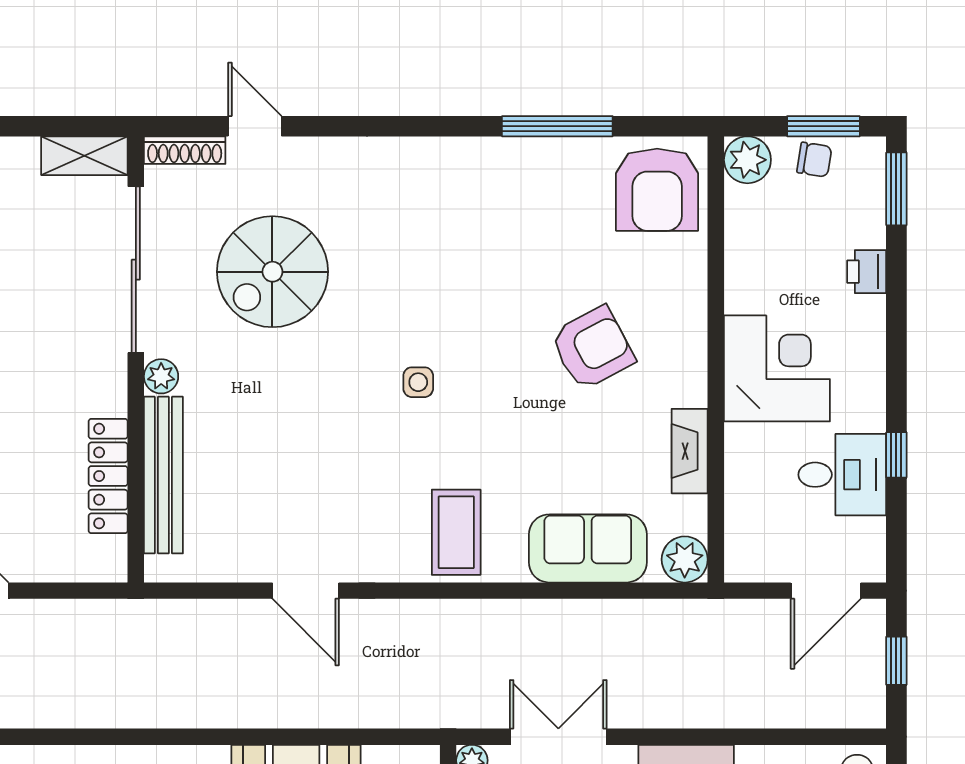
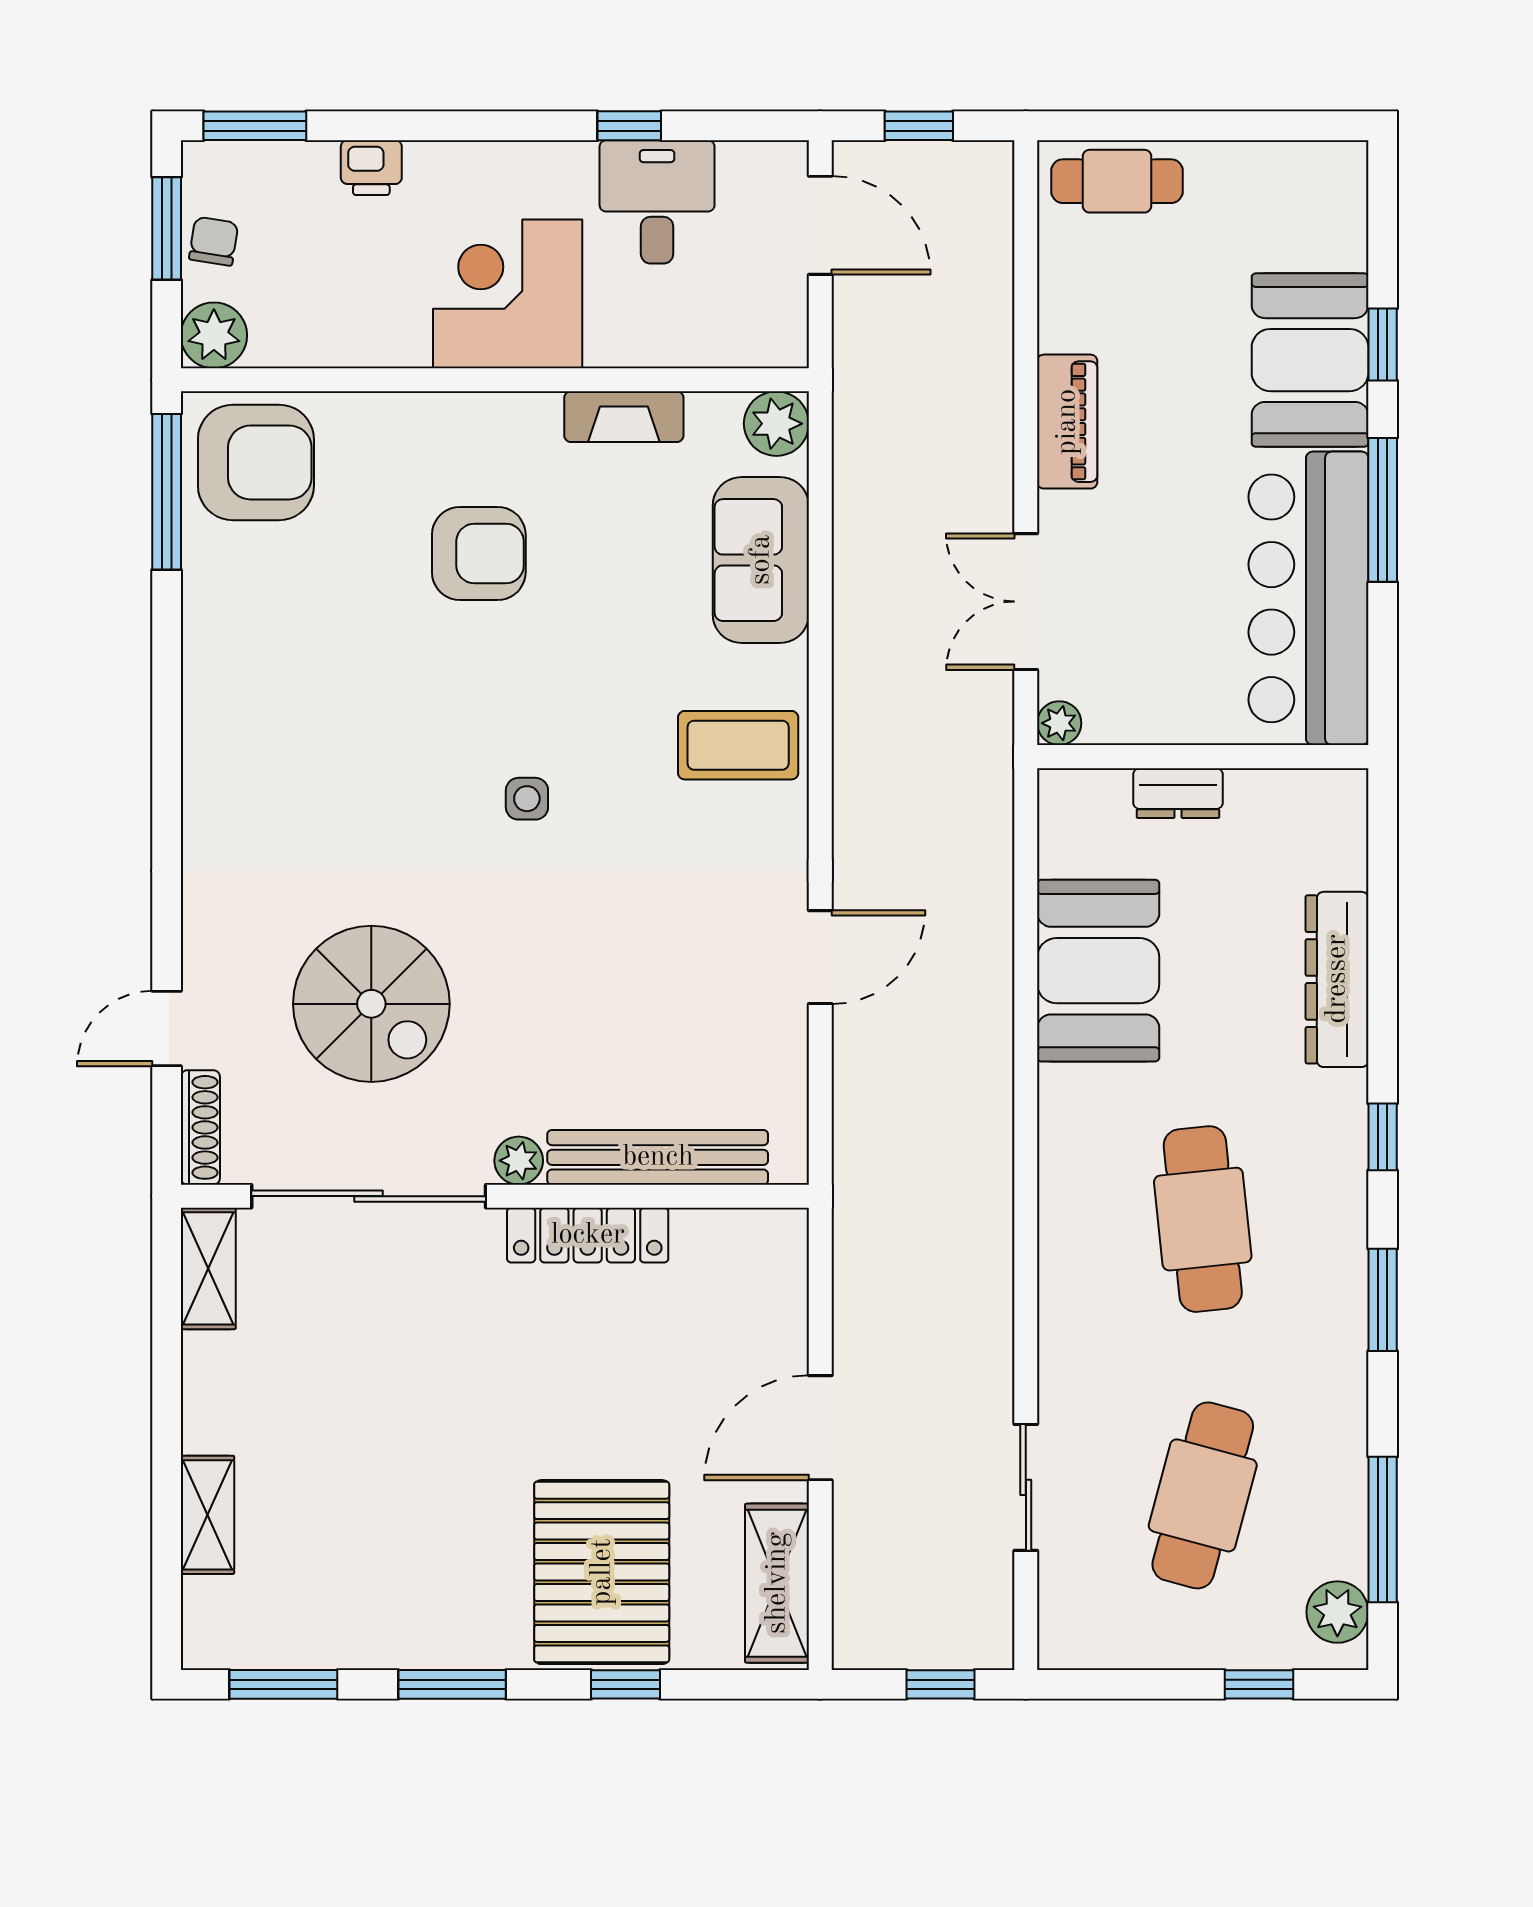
window: (557, 126) -> (167, 492), moved
armchair: (592, 348) -> (479, 554), turned 118
locker: (108, 476) -> (588, 1235), moved

